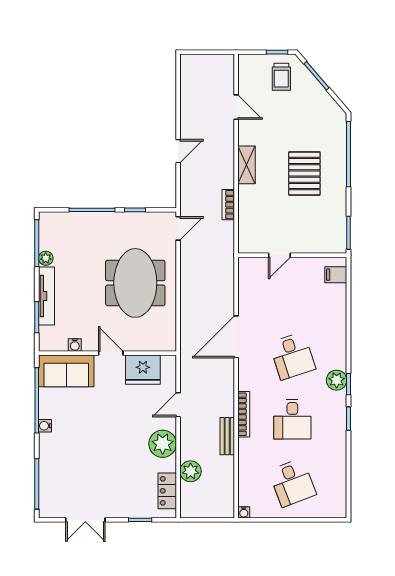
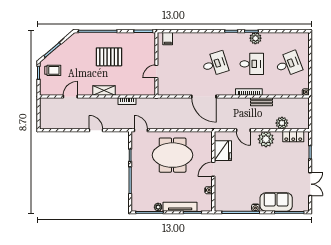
door: (279, 255) -> (156, 71), swing flipped
sofa: (66, 371) -> (276, 202), moved, turned -90
plant: (337, 380) -> (255, 38), moved

